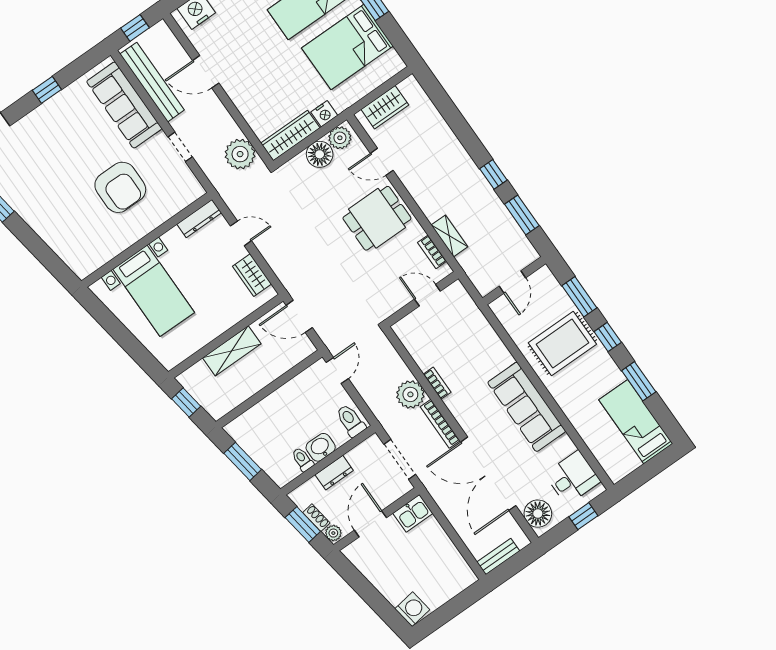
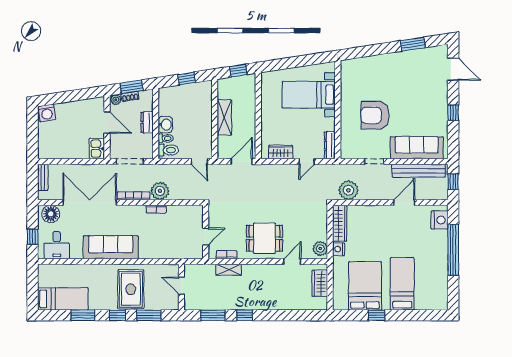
floor lamp: (320, 154) -> (319, 232), removed
dining table: (377, 218) -> (264, 238), turned 90
shelving: (232, 351) -> (224, 117), moved
toilet: (303, 459) -> (166, 138), moved
window: (243, 461) -> (187, 78), width x0.67

